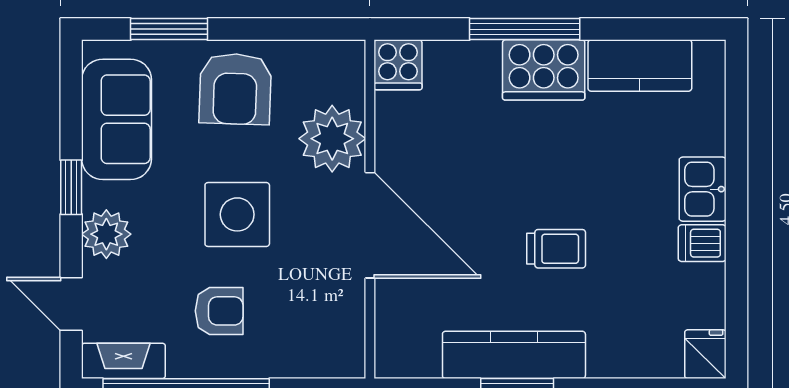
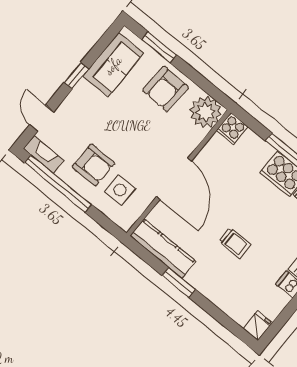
plant: (332, 139) -> (206, 112), moved
side table: (237, 214) -> (120, 190), moved, width x0.73, depth x0.73
plant: (106, 234) -> (75, 103), removed
armchair: (219, 311) -> (93, 165), width x1.38, depth x1.38
kitchen counter: (514, 355) -> (163, 248), moved

